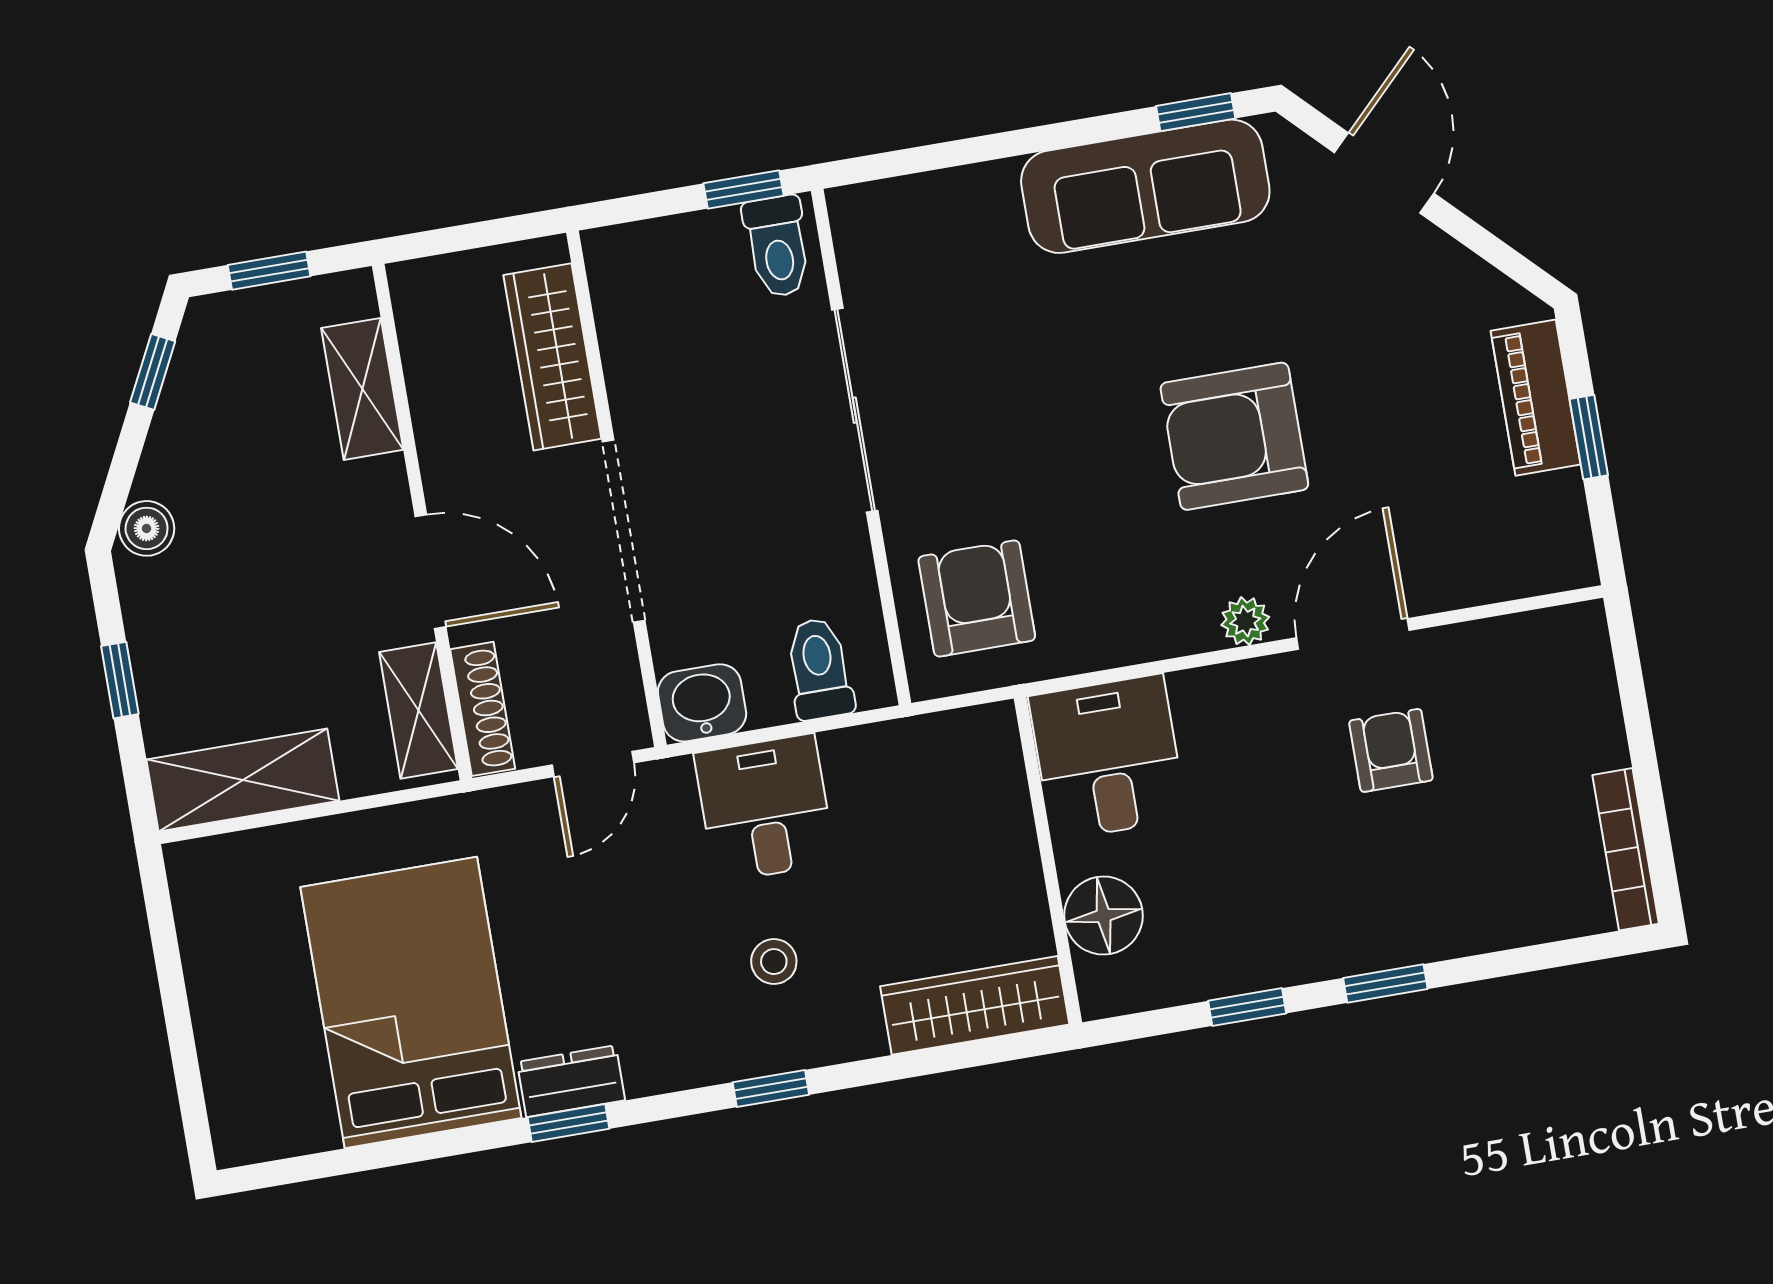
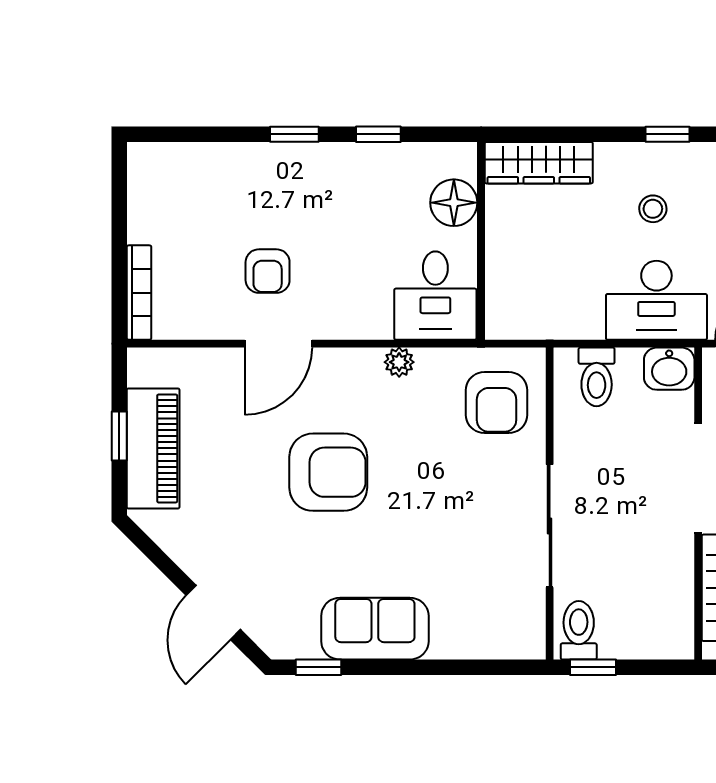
sofa: (1145, 186) -> (375, 629), width x0.73
piano: (1536, 398) -> (153, 448), width x1.37, depth x1.33
plant: (1245, 621) -> (399, 362), moved
desk: (765, 808) -> (656, 300), width x1.37
bookcase: (1626, 849) -> (139, 293), moved

